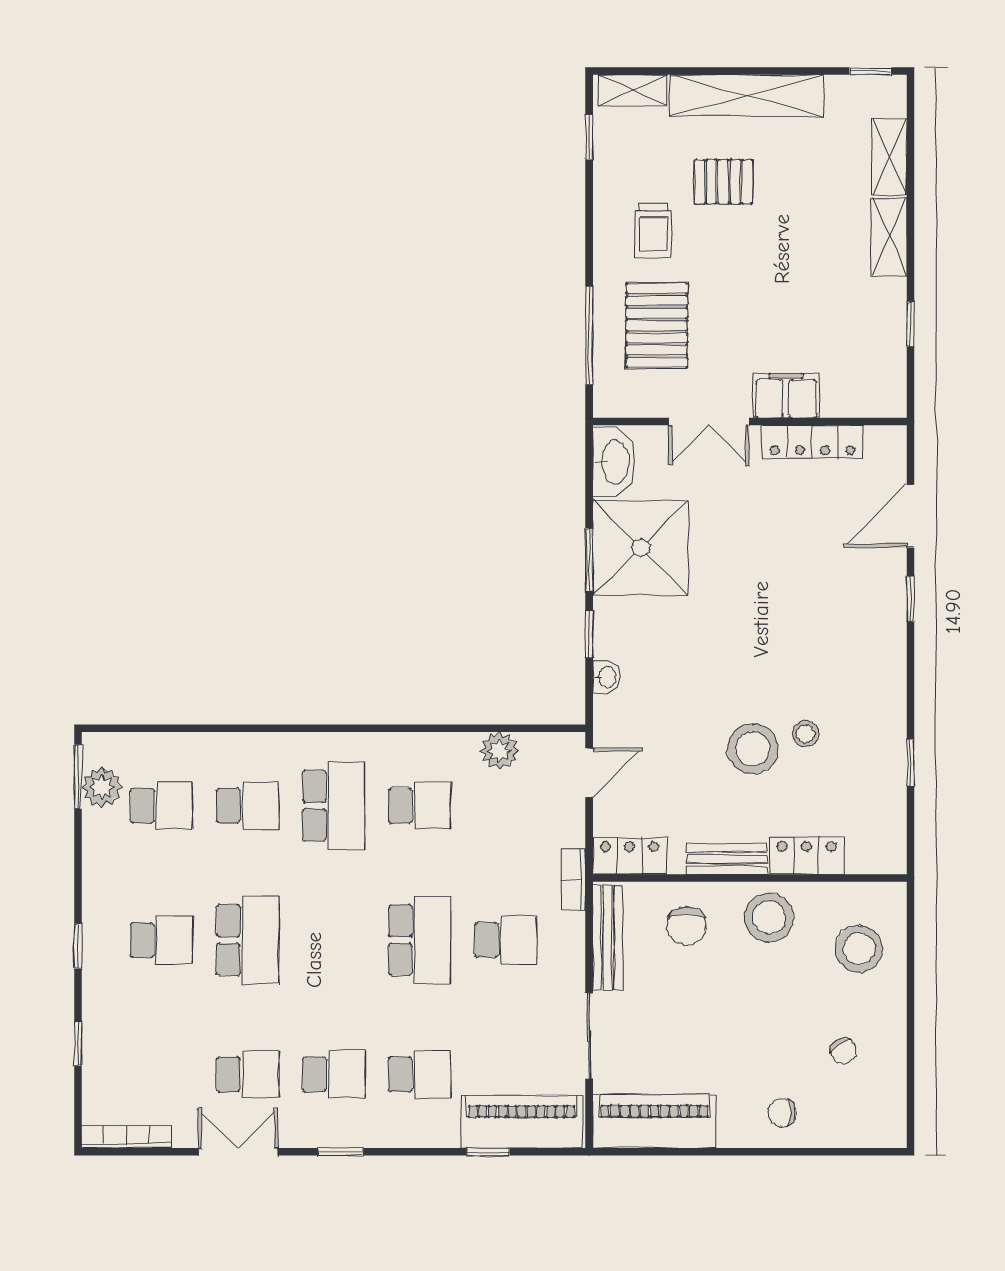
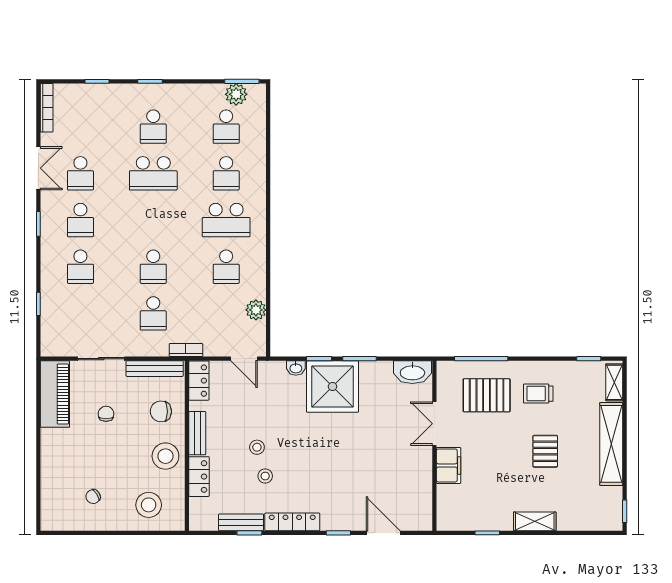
shelving: (890, 157) -> (578, 522), removed
pallet: (723, 182) -> (545, 451), moved
locker: (812, 442) -> (292, 522), moved, turned 90
shower: (641, 548) -> (333, 387), moved
stool: (753, 749) -> (257, 447), width x0.53, depth x0.53
bench: (891, 778) -> (241, 522), added
school desk: (420, 940) -> (153, 267), width x0.54
chair: (782, 1113) -> (106, 414), moved
piano: (522, 1122) -> (55, 322), removed

